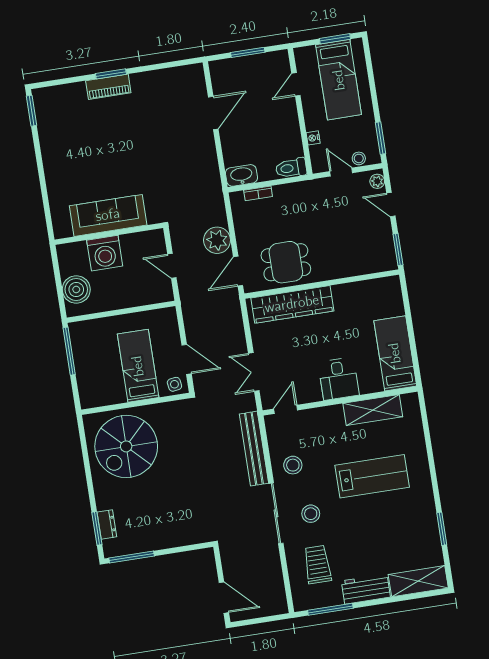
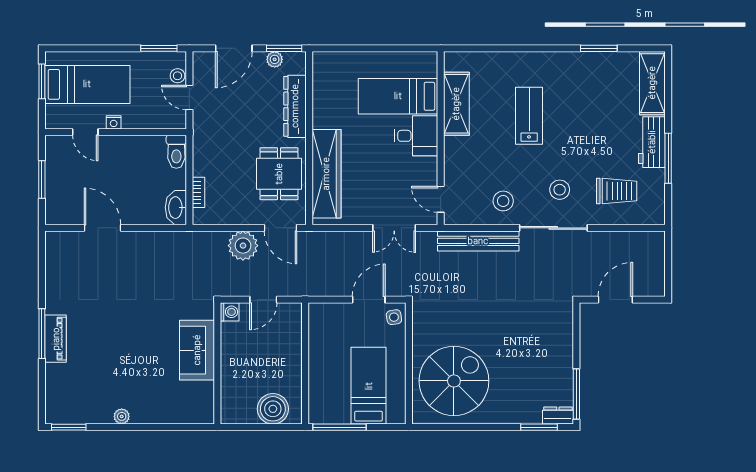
window: (111, 74) -> (42, 334), width x1.44
nightstand: (313, 138) -> (114, 122), moved
plant: (48, 156) -> (122, 416), added
door: (341, 172) -> (189, 98), hinge flipped
plant: (377, 181) -> (275, 59), moved
door: (391, 205) -> (234, 48), width x1.38
sofa: (108, 215) -> (197, 350), width x0.73
washing machine: (105, 253) -> (230, 312), moved, width x0.53, depth x0.53
dresser: (348, 267) -> (295, 106), added
bed: (395, 353) -> (398, 96), moved
bed: (138, 366) -> (369, 386), moved, turned 90
spiral stairs: (126, 446) -> (454, 381), turned -90
lab bench: (372, 476) -> (529, 116), width x0.73, depth x0.72
dresser: (107, 524) -> (558, 416), moved
trolley: (317, 565) -> (617, 191), turned 180
door: (224, 598) -> (615, 300), moved
window: (330, 609) -> (668, 158), moved

